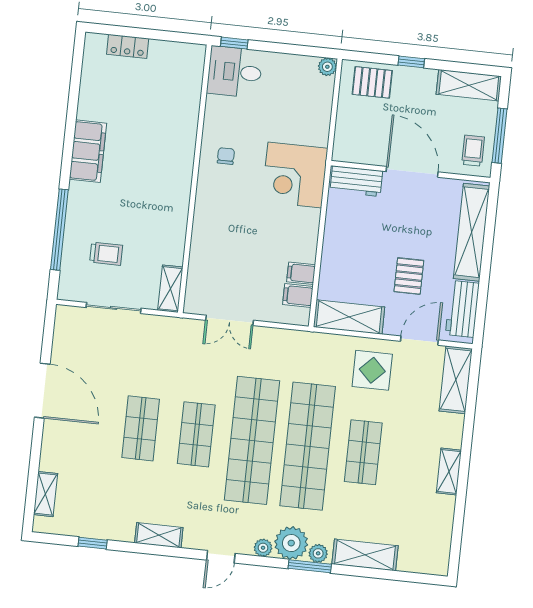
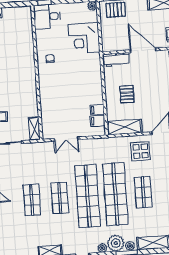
corner desk: (295, 175) -> (84, 38), moved
pallet: (409, 276) -> (127, 94), moved

